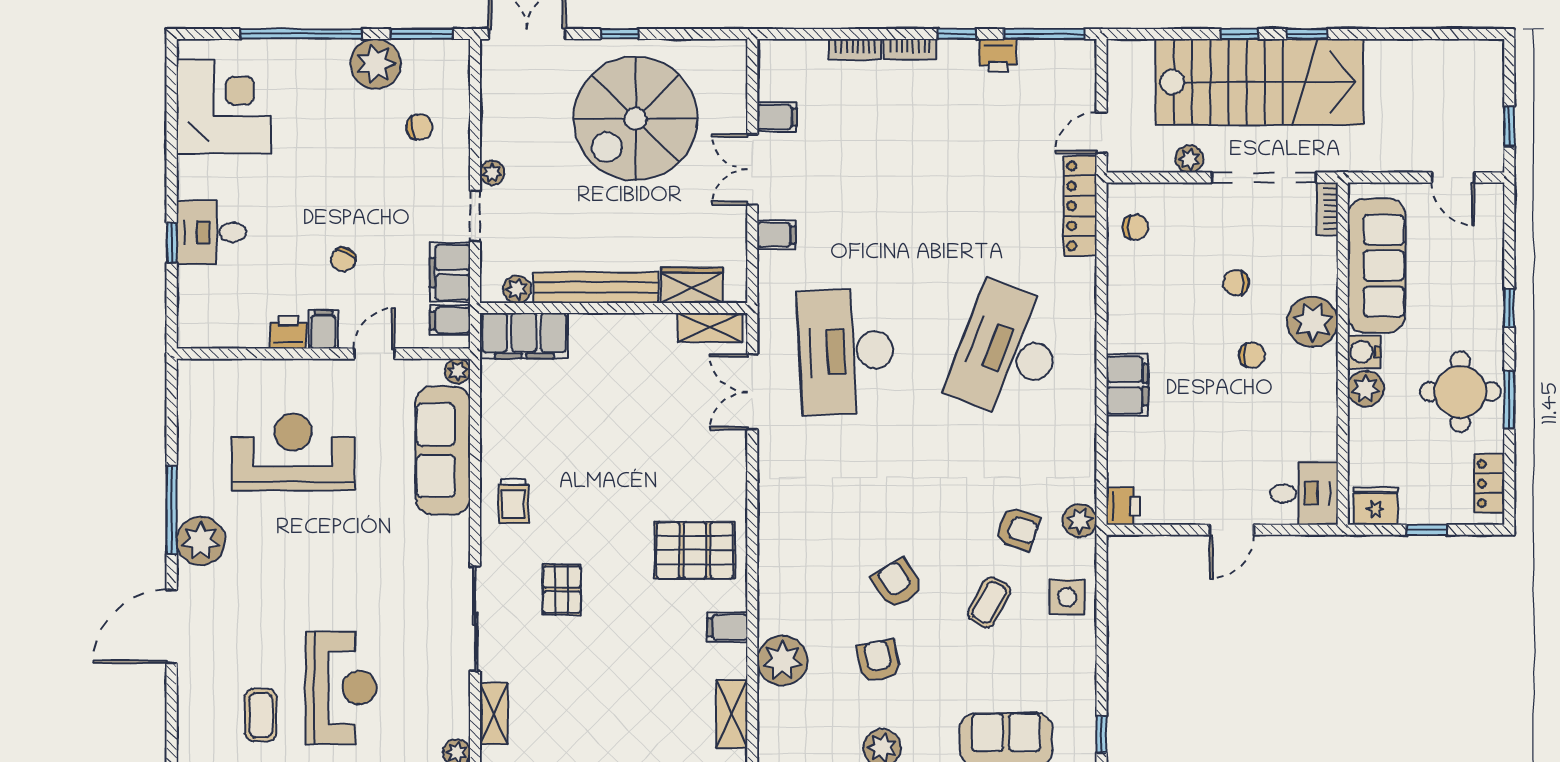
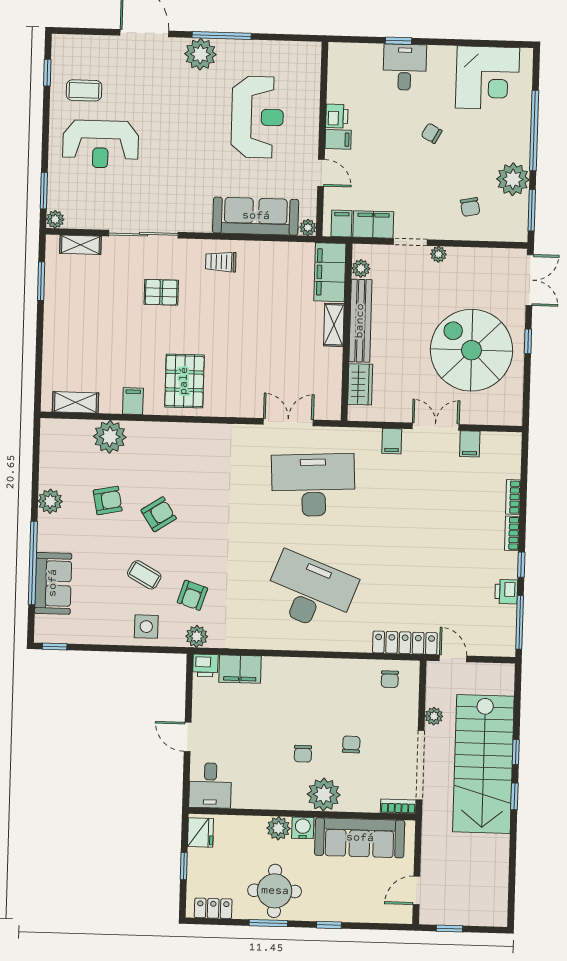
chair: (343, 259) -> (432, 133), moved
shelving: (710, 327) -> (334, 325), moved
filing cabinet: (1127, 385) -> (240, 669), moved

